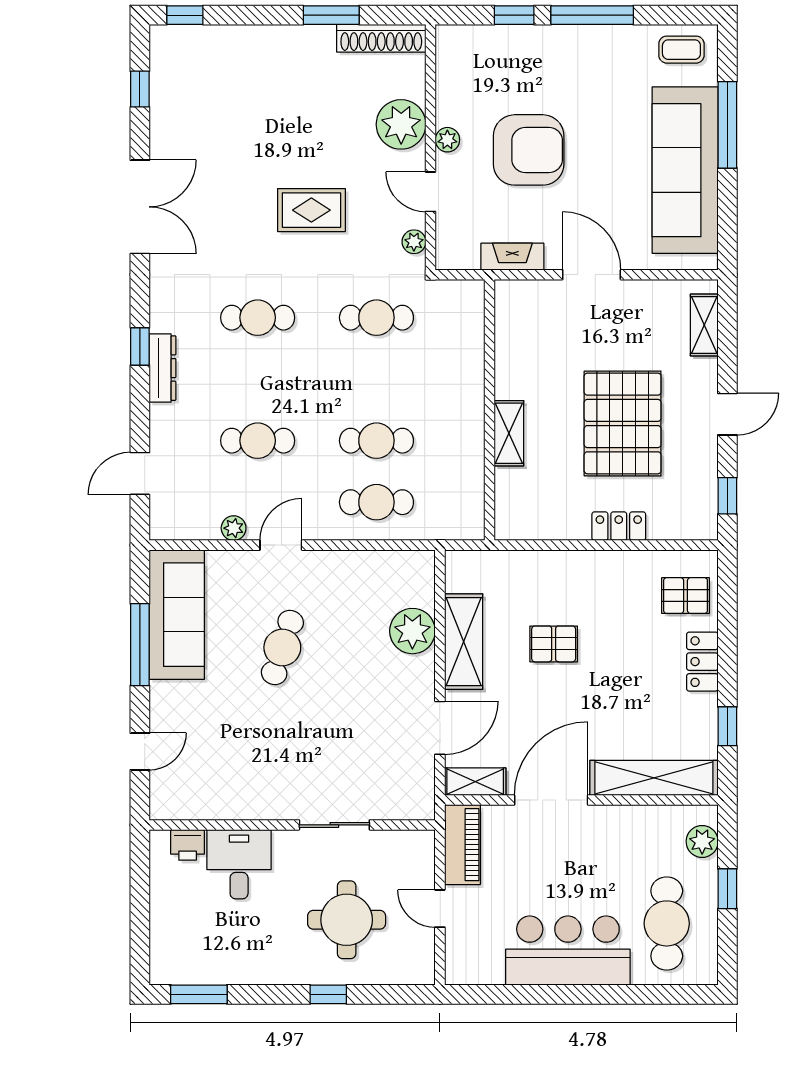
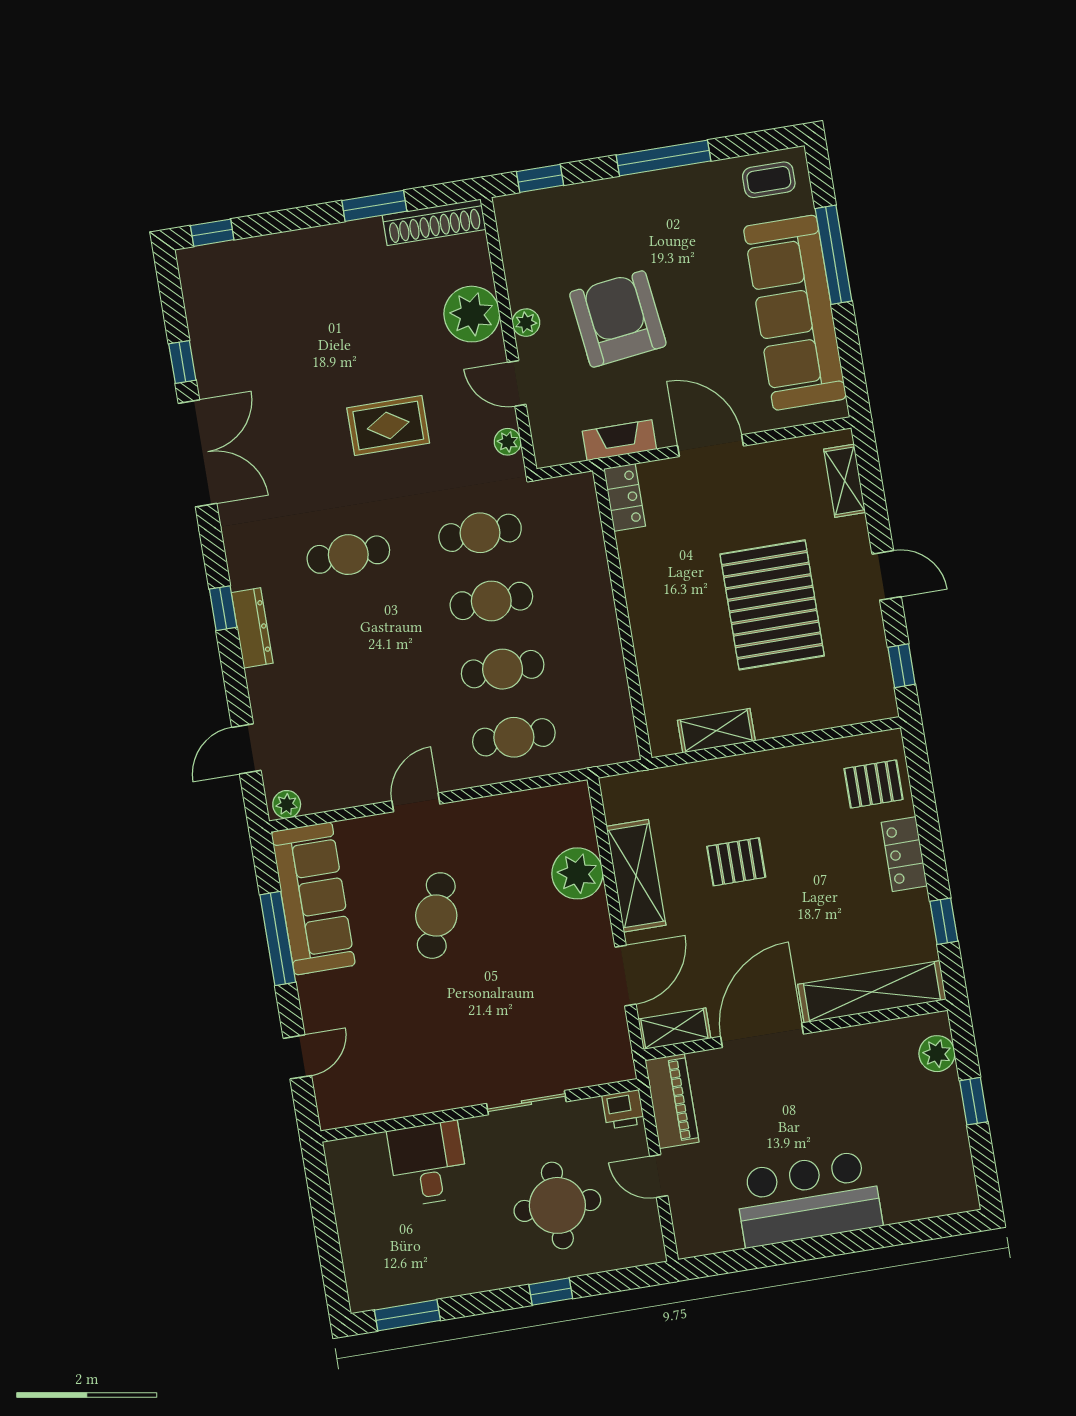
window: (514, 15) -> (540, 178), moved
window: (140, 89) -> (182, 362), moved
armchair: (529, 150) -> (618, 319), turned -97
door: (727, 414) -> (887, 575), hinge flipped
shelving: (509, 433) -> (716, 731), moved, turned 90
cafe table: (258, 441) -> (491, 601), moved
locker: (619, 526) -> (625, 497), moved, turned 90
plant: (234, 528) -> (287, 804), moved
printer: (188, 845) -> (623, 1109), moved
cafe table: (667, 923) -> (913, 1151), removed

